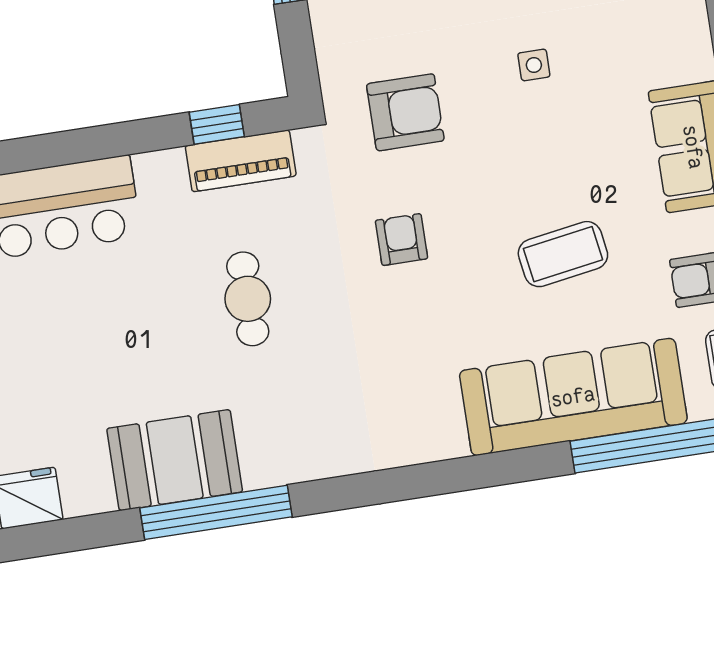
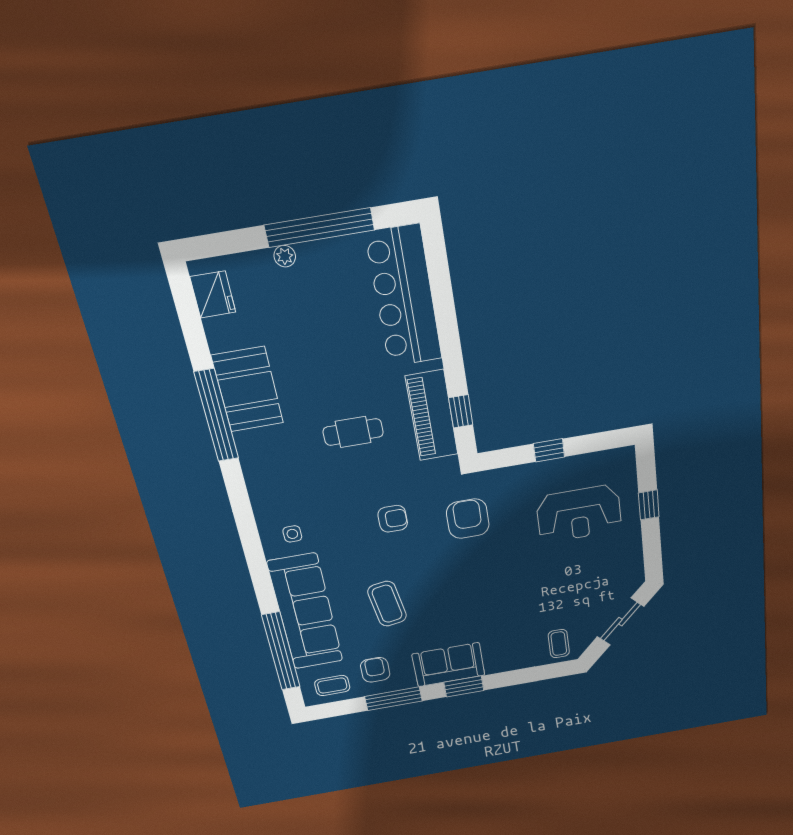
side table: (534, 65) -> (292, 534), moved
armchair: (405, 112) -> (468, 519), turned 180
piano: (241, 161) -> (432, 416), width x1.37, depth x1.33

